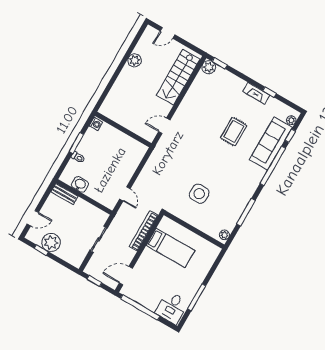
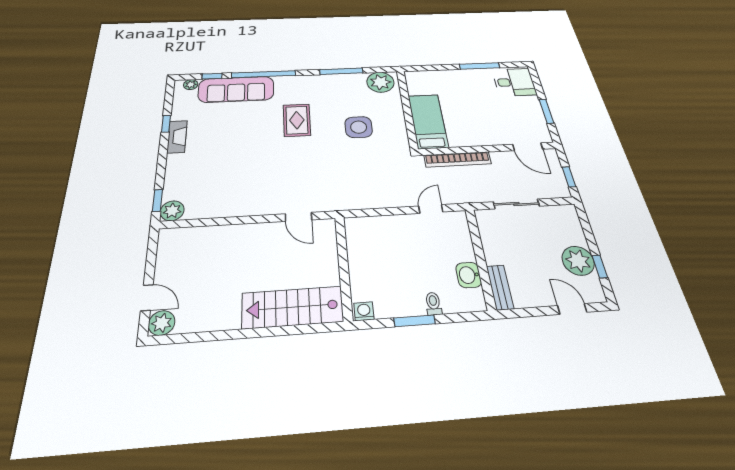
plant: (135, 60) -> (162, 323), moved
stairs: (178, 77) -> (293, 307), moved, turned 180
rug: (234, 131) -> (297, 120), moved, turned 90
plant: (224, 235) -> (380, 82), width x1.87, depth x1.87
bed: (170, 248) -> (428, 121), moved
window: (140, 307) -> (546, 111), width x0.47

